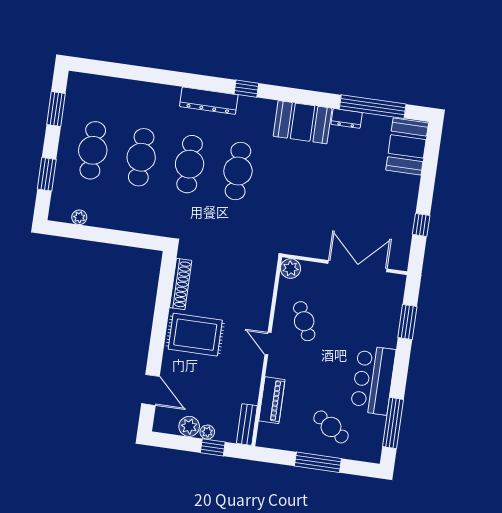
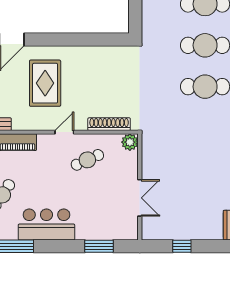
double door: (358, 266) -> (140, 198), width x0.73
shoe rack: (181, 284) -> (109, 124), moved, turned 180
rug: (195, 335) -> (45, 83), moved

